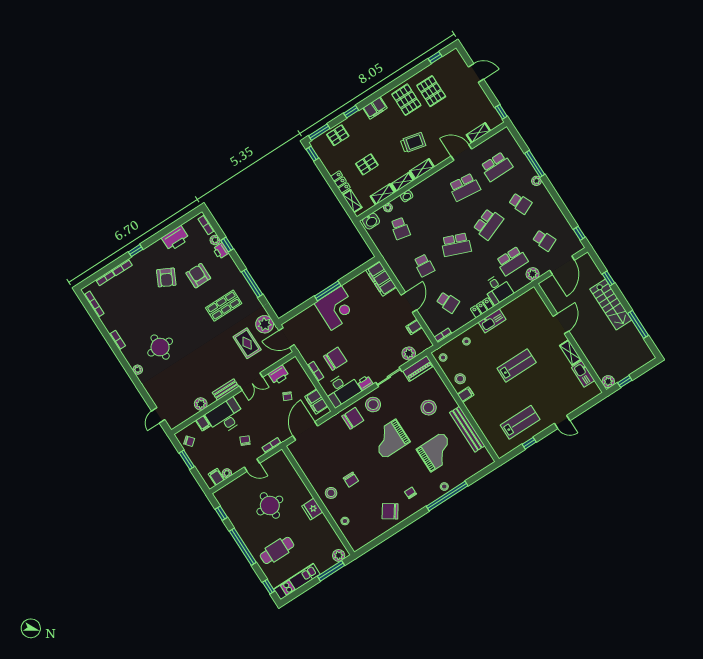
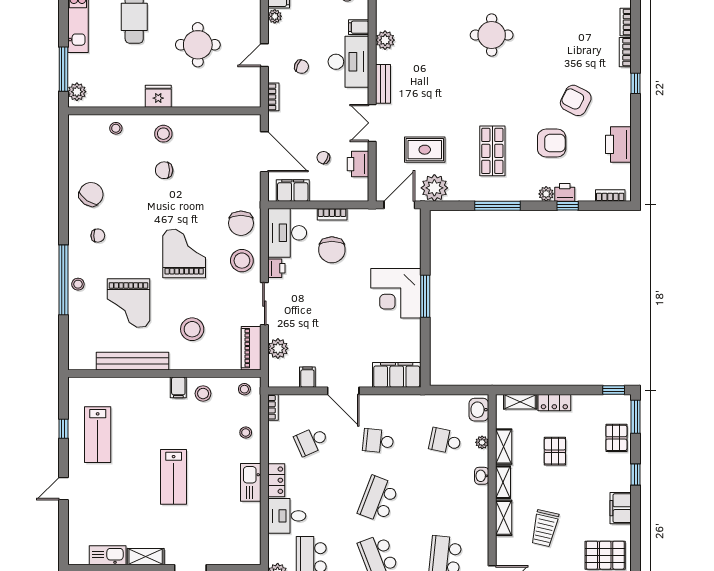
plant: (215, 240) -> (546, 194), moved

